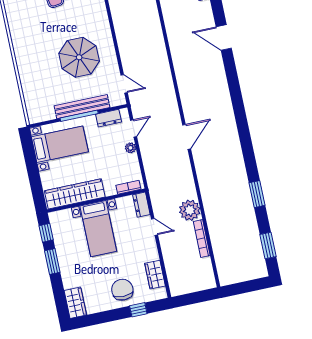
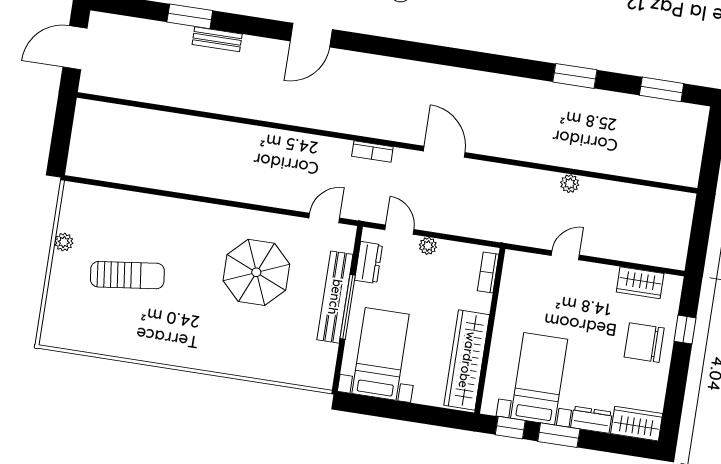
dresser: (141, 205) -> (591, 420), moved, turned 180
plant: (190, 210) -> (570, 184), width x0.53, depth x0.53
bed with nightstands: (98, 229) -> (539, 379), moved, turned -90
bookcase: (202, 239) -> (372, 152), moved, width x0.64

